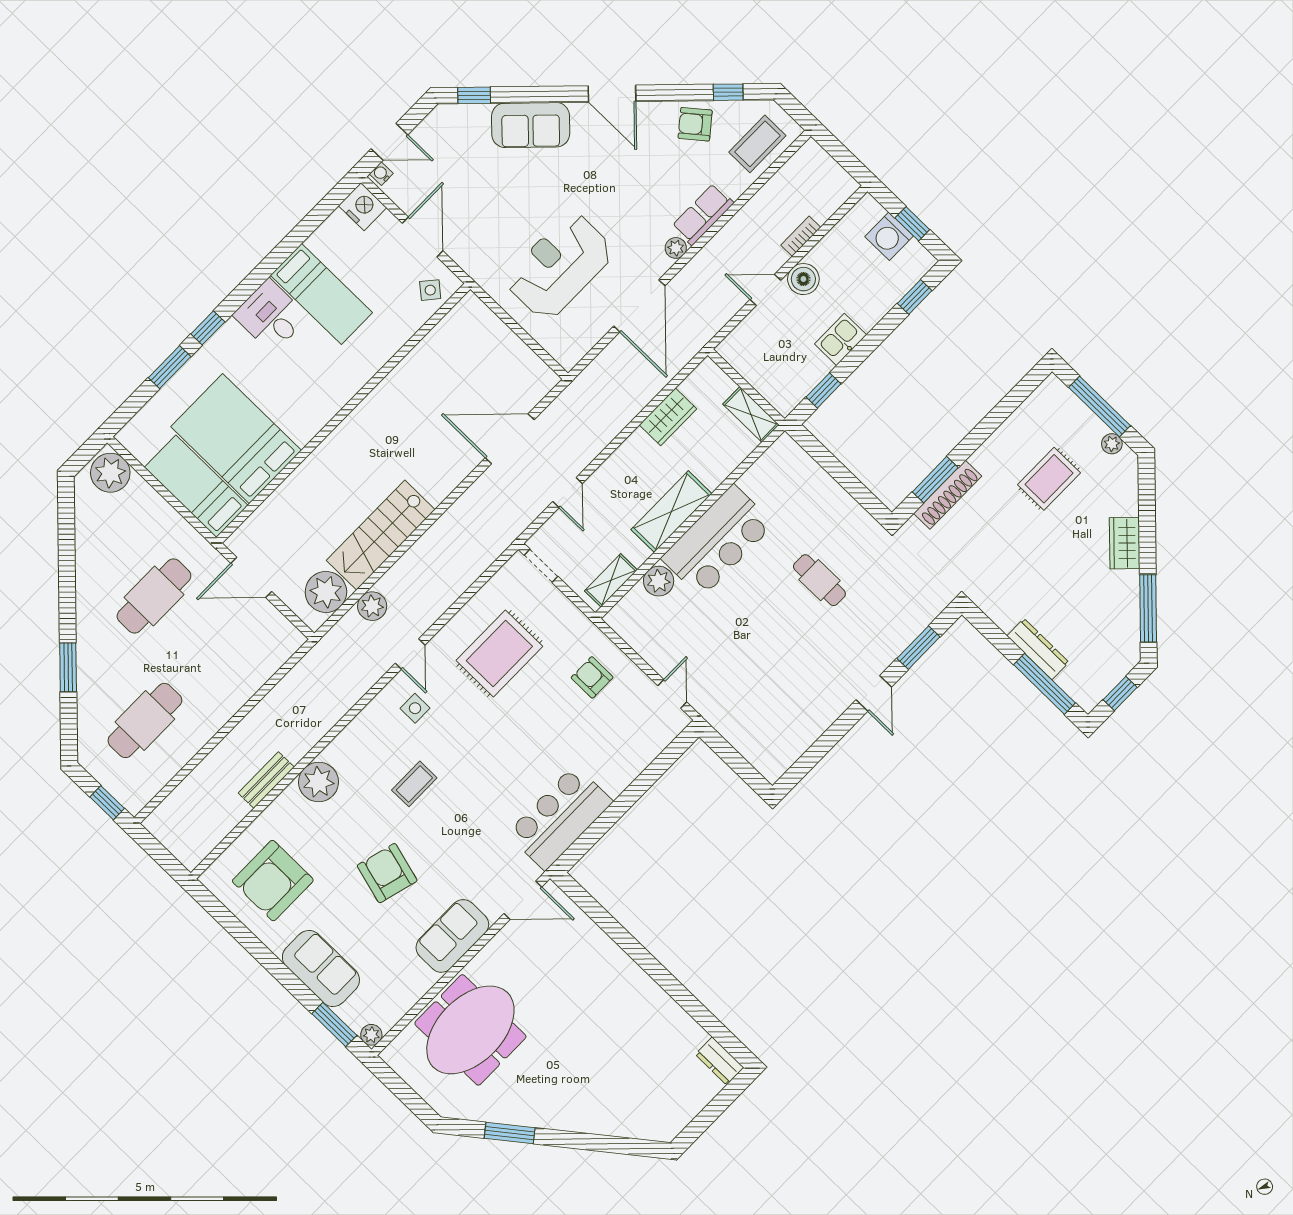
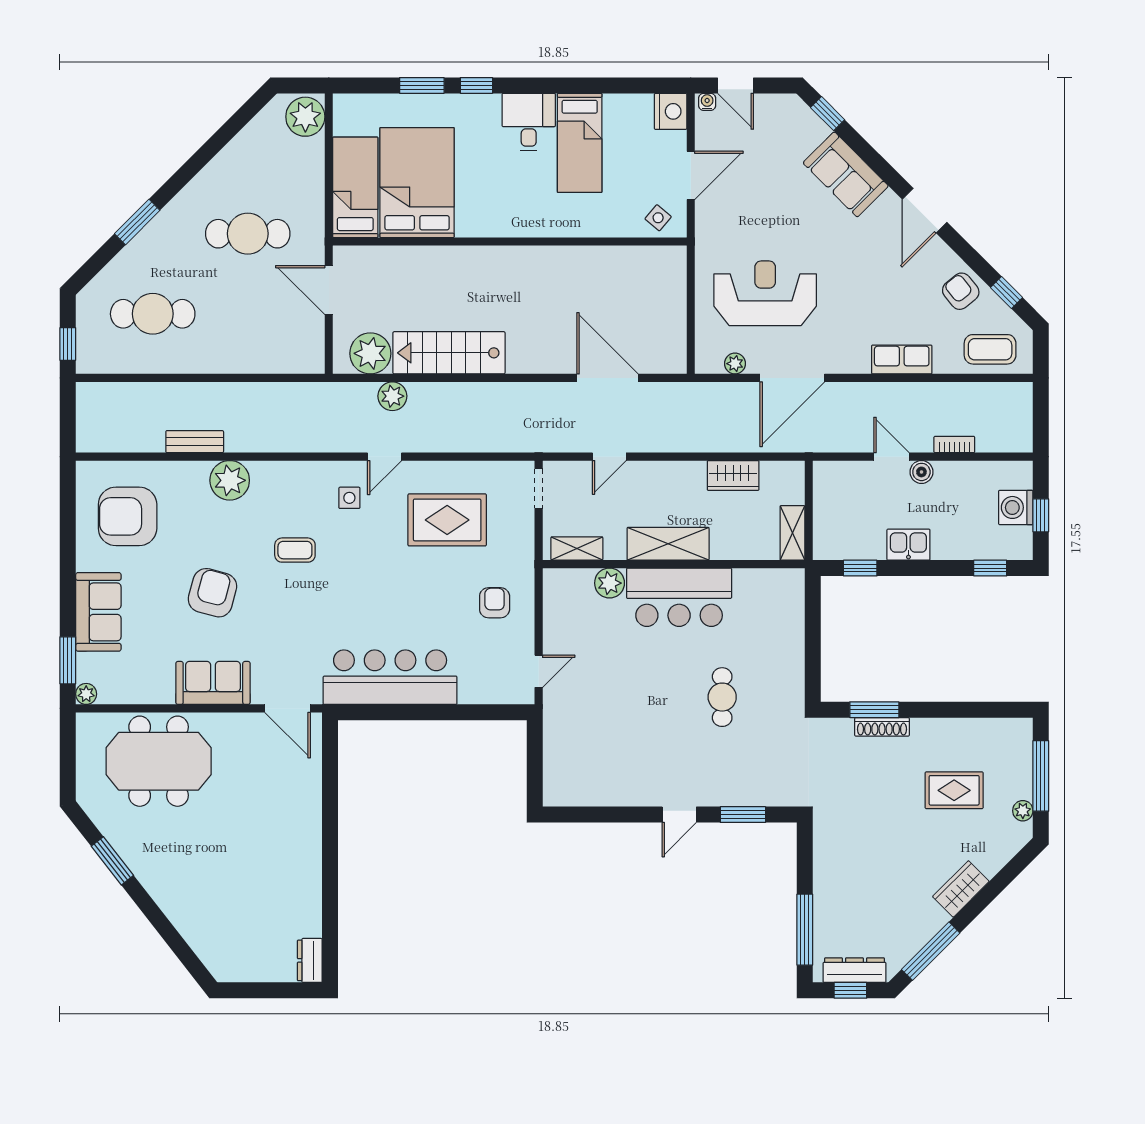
plant: (676, 248) -> (735, 364), moved
boiler: (803, 279) -> (921, 472), width x0.73, depth x0.73
shoe rack: (948, 495) -> (882, 727), width x0.74, depth x0.81
dresser: (1038, 649) -> (854, 970), moved, turned -90
bar counter: (560, 818) -> (390, 677), width x1.36

